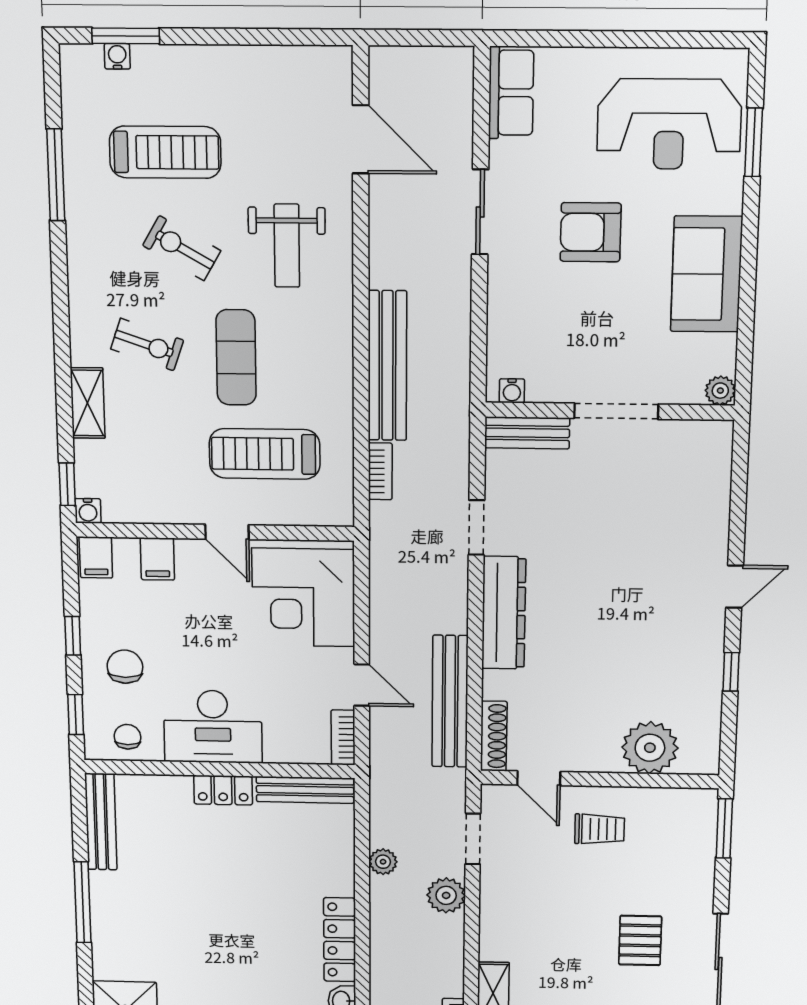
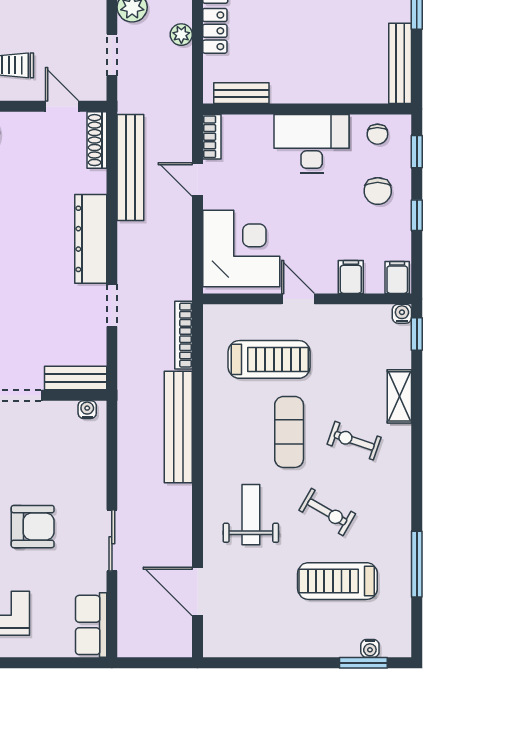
bookcase: (380, 471) -> (183, 335), width x1.56
locker: (223, 790) -> (215, 31), moved, turned 90
bench: (305, 790) -> (241, 93), width x0.73

